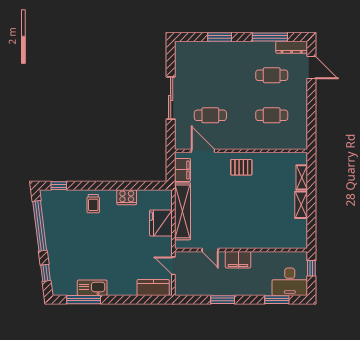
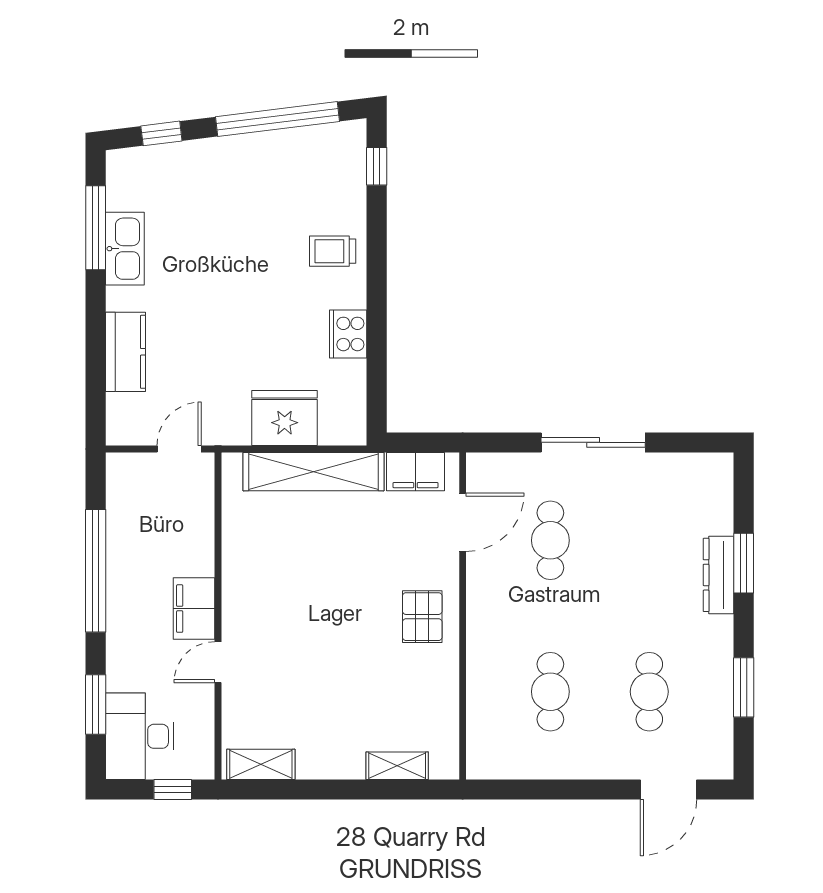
window: (270, 37) -> (744, 687), width x0.69
dresser: (292, 47) -> (719, 575), moved
shelving: (301, 205) -> (261, 764), moved
door: (210, 250) -> (218, 662), moved
kitchen counter: (153, 287) -> (125, 352), moved
window: (223, 300) -> (96, 571), width x2.11

